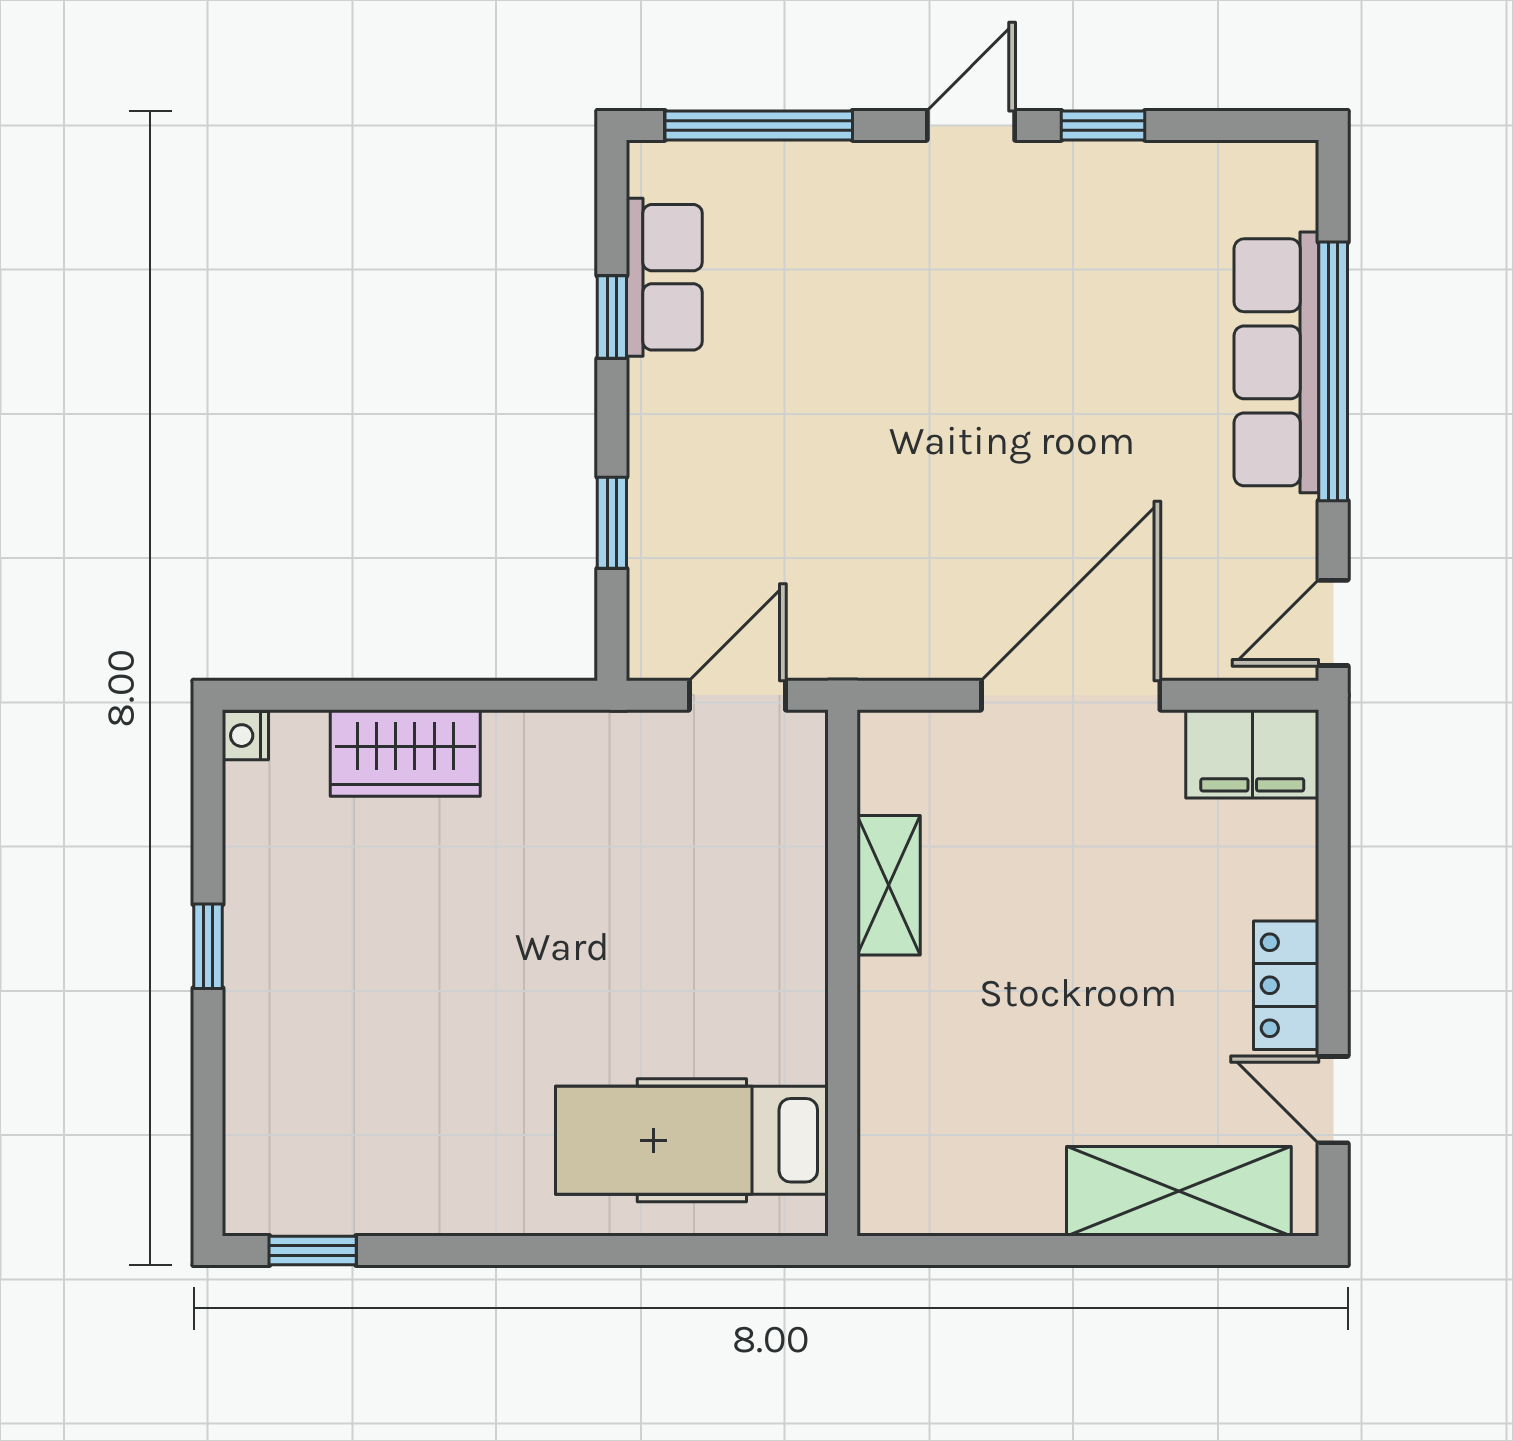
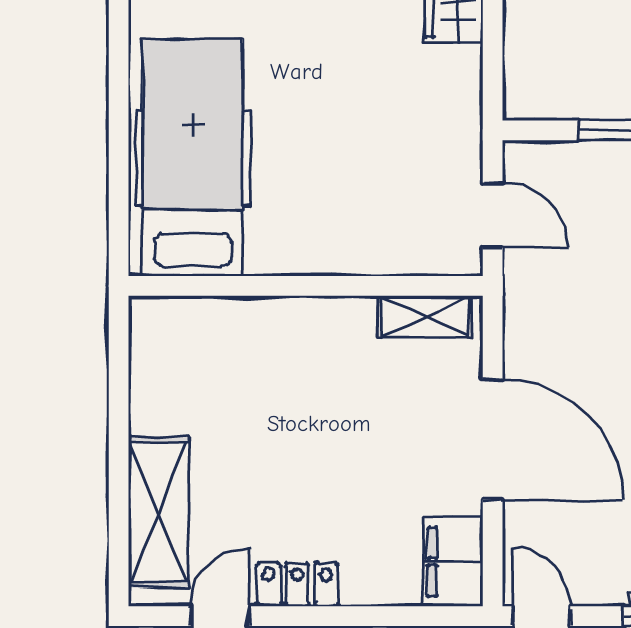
shelving: (889, 885) -> (425, 317), moved
hospital bed: (692, 1140) -> (193, 158), width x1.37, depth x1.29

